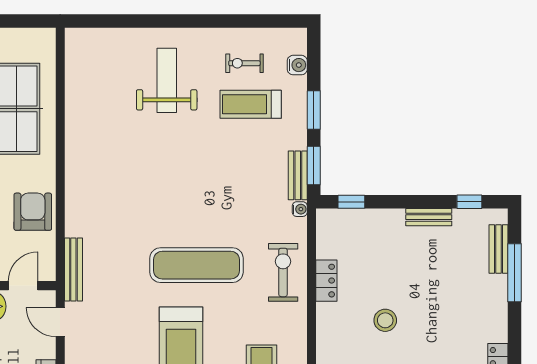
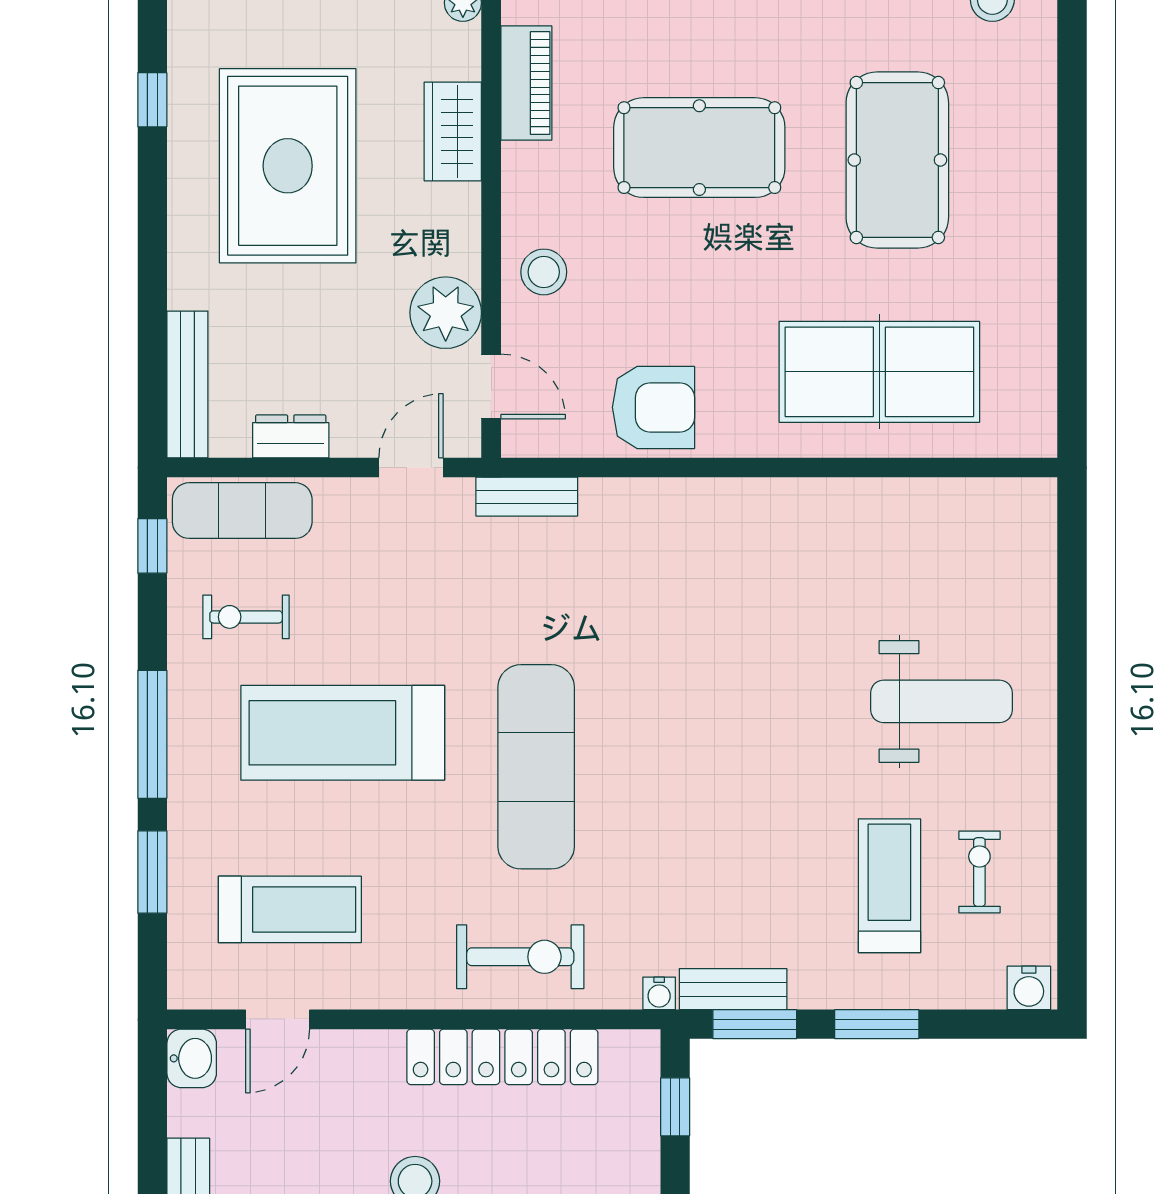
water cooler: (297, 65) -> (1029, 988), moved
bench: (73, 269) -> (527, 497), width x0.73
locker: (326, 281) -> (502, 1057), width x2.16, depth x1.21

